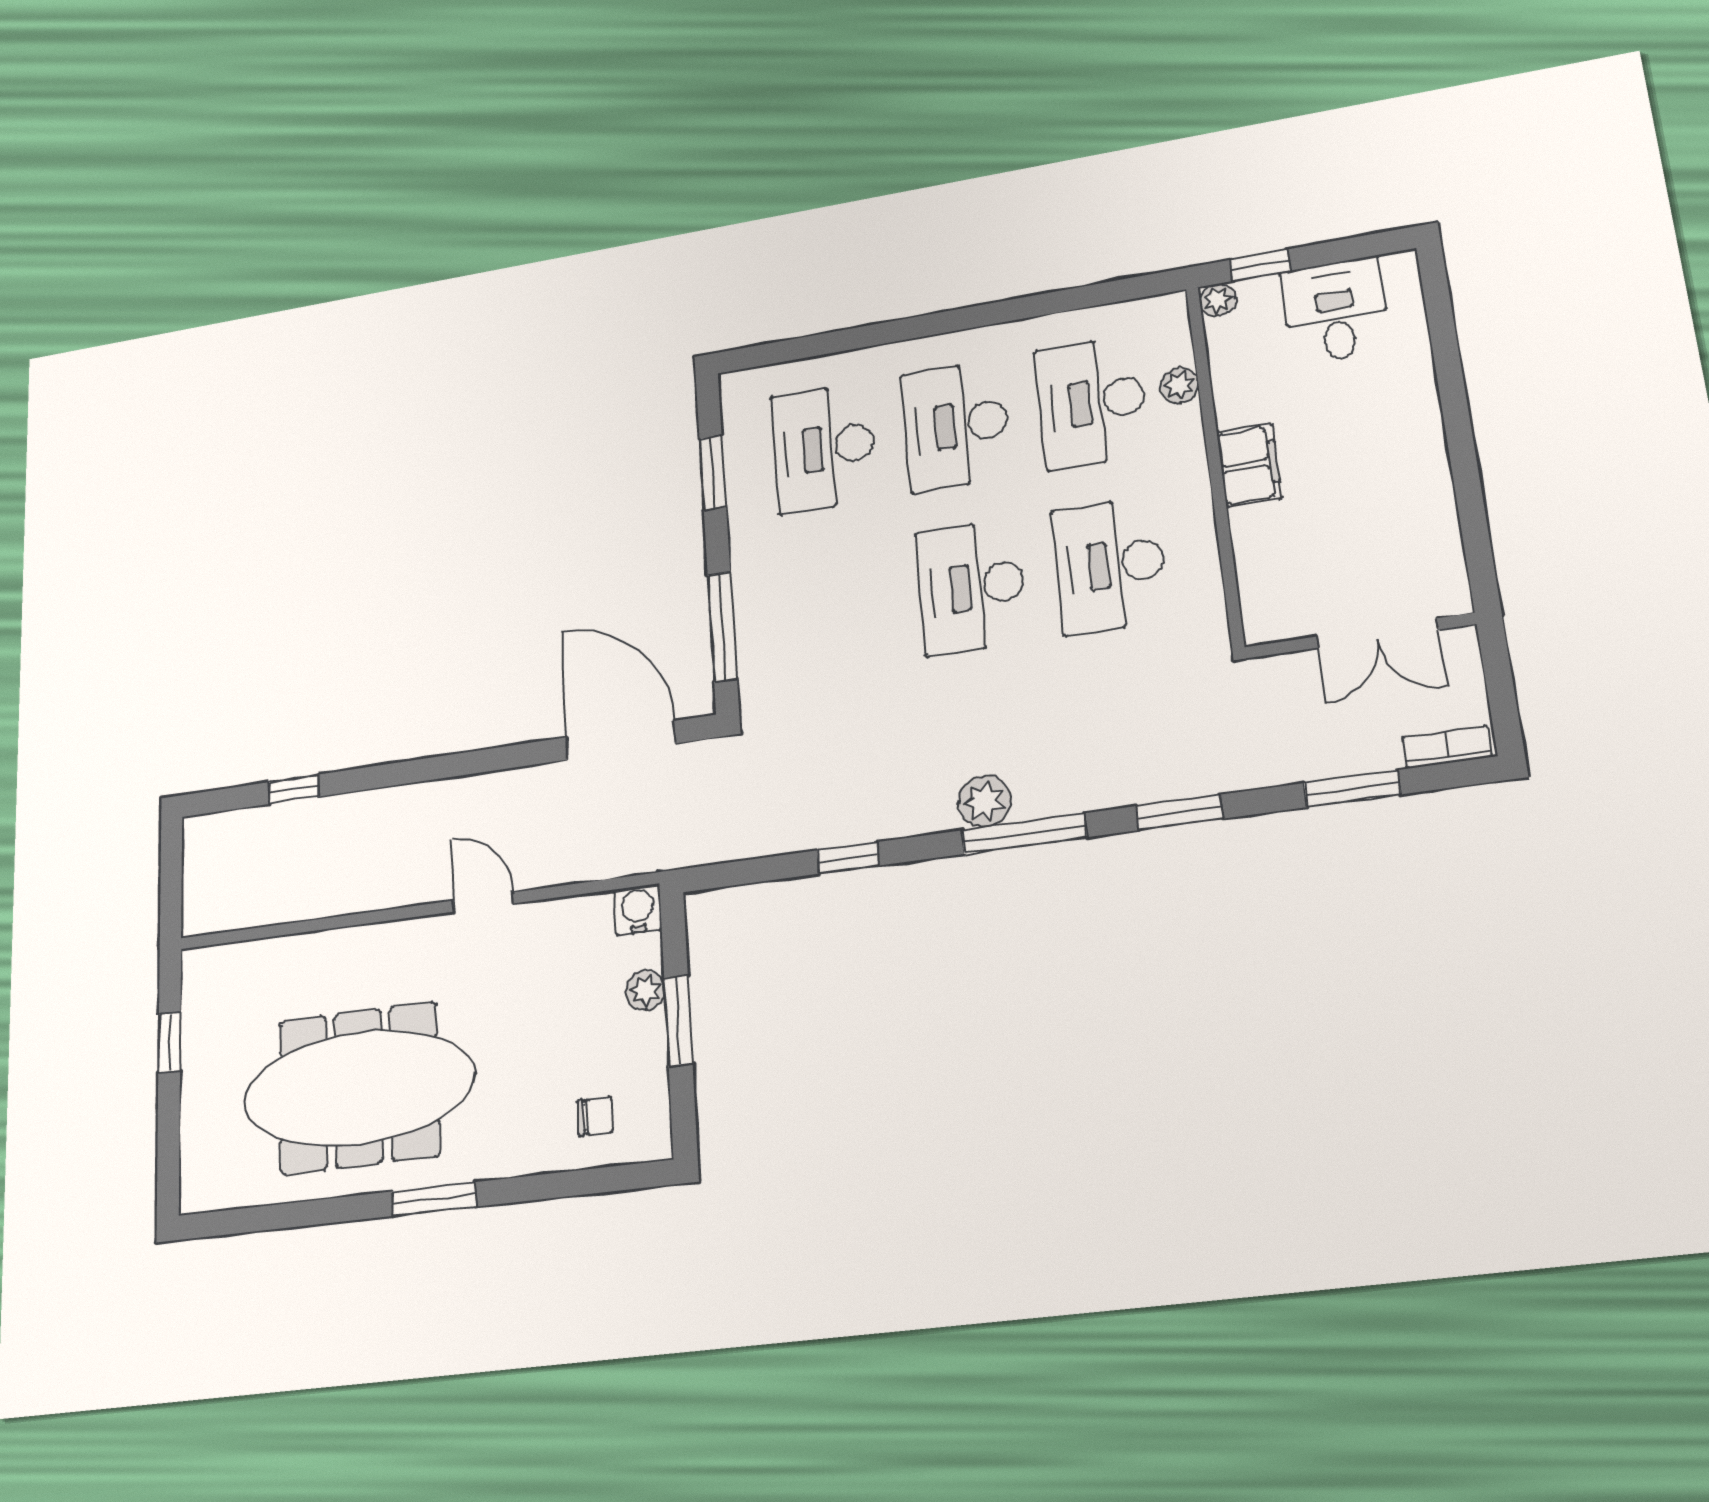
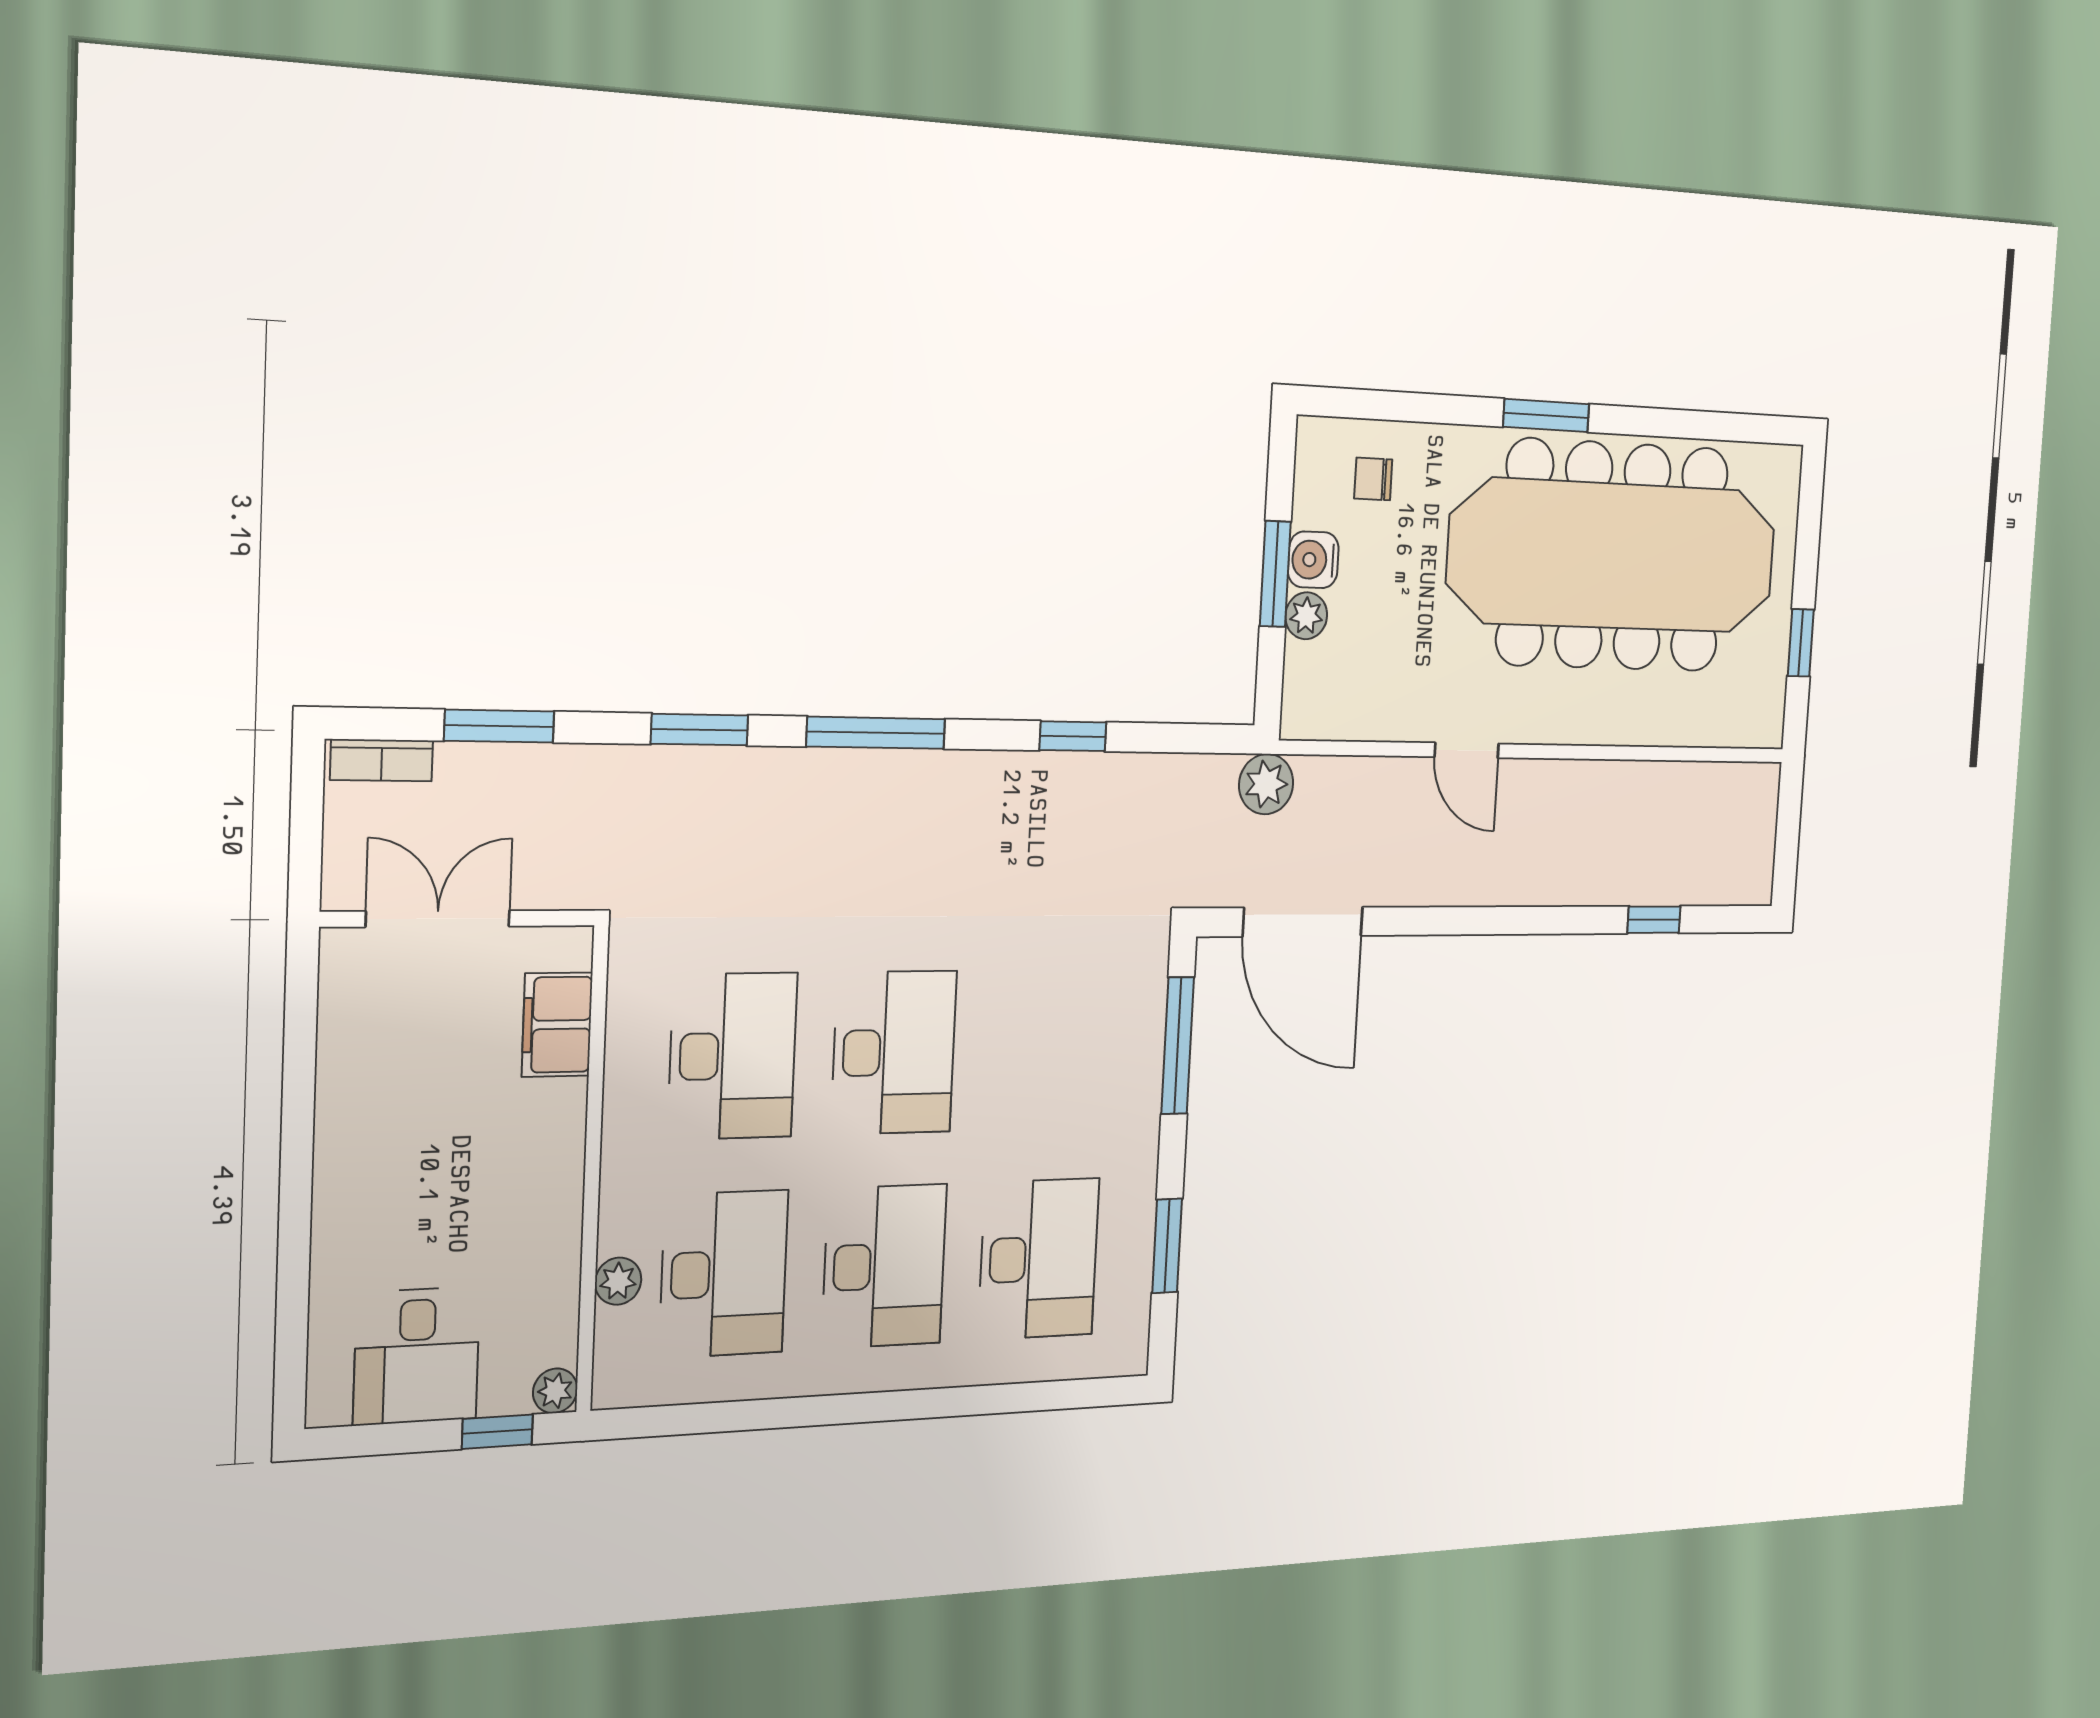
filing cabinet: (1249, 465) -> (557, 1025), moved
plant: (985, 801) -> (1266, 784), moved
water cooler: (638, 909) -> (1313, 560), moved, turned 90
meeting table: (359, 1088) -> (1613, 556), width x1.36, depth x1.27

